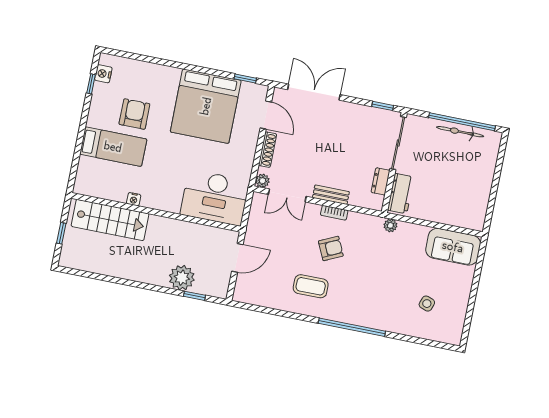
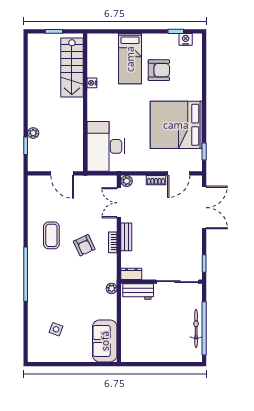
shoe rack: (268, 150) -> (156, 180), width x0.70
dresser: (381, 181) -> (131, 274), moved
plant: (182, 278) -> (33, 133), width x0.53, depth x0.53

